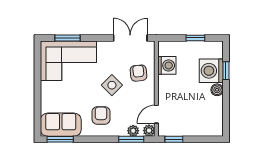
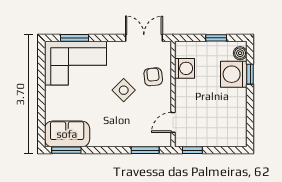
boiler: (217, 90) -> (240, 53), moved
armchair: (101, 115) -> (112, 124), removed
plant: (133, 131) -> (147, 141), removed
plant: (149, 131) -> (165, 140), removed

